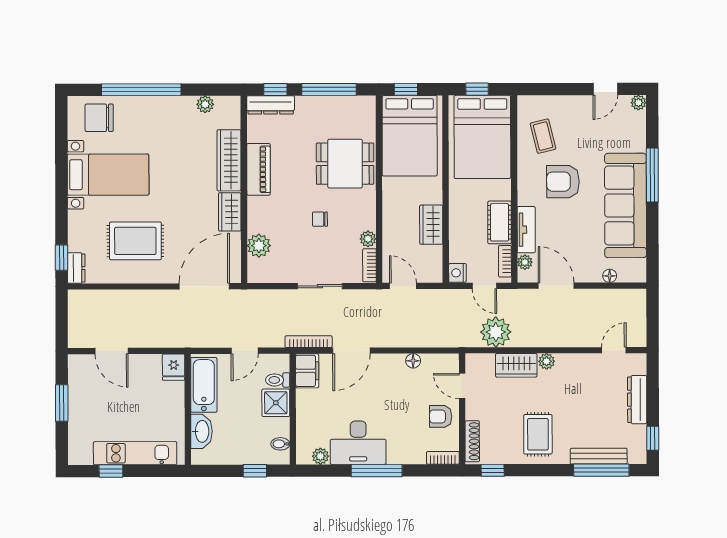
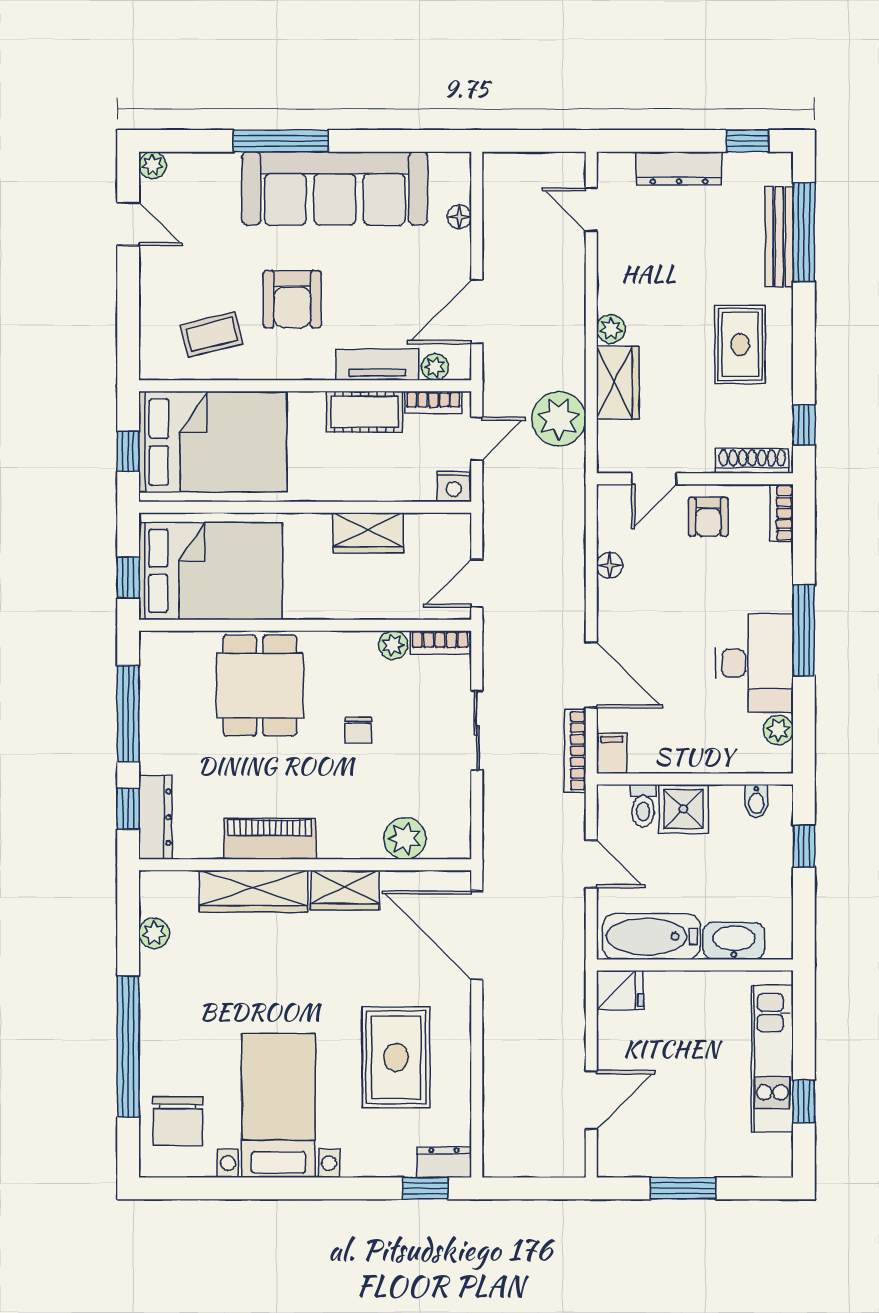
filing cabinet: (307, 371) -> (612, 753), width x0.50
rug: (538, 434) -> (740, 344), turned 90

